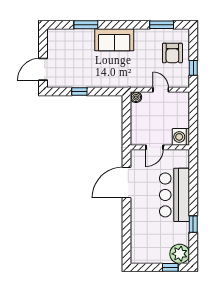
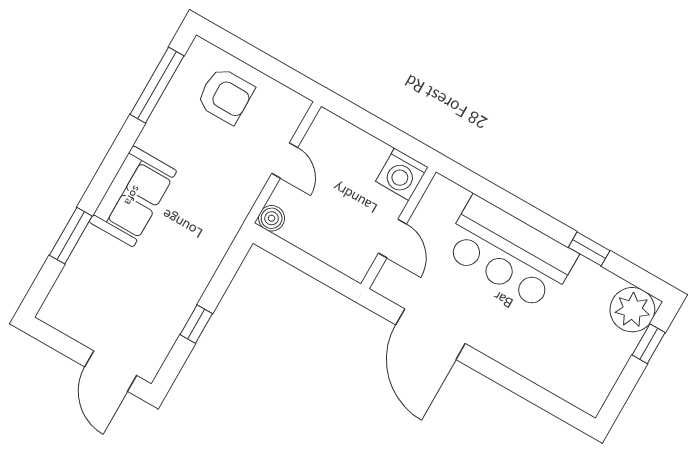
window: (162, 25) -> (157, 85), width x1.44
window: (193, 68) -> (279, 71), removed
door: (161, 90) -> (285, 160), swing flipped

